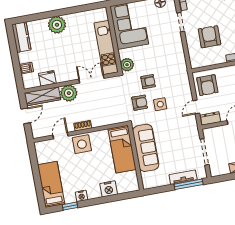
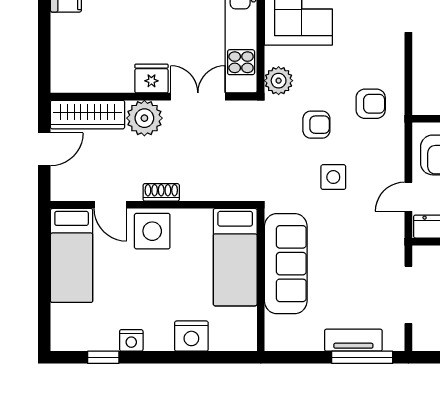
dishwasher: (26, 68) -> (64, 49), removed
fridge: (47, 78) -> (151, 78), moved
armchair: (140, 103) -> (371, 104), moved
door: (61, 136) -> (110, 205), swing flipped
bed: (51, 184) -> (72, 255), moved, turned 180

